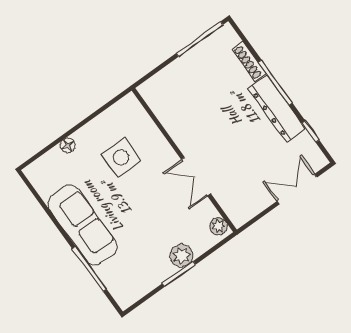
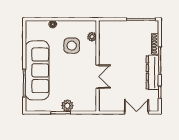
double door: (196, 177) -> (98, 77), swing flipped
sofa: (82, 225) -> (37, 70), width x1.36, depth x1.27
plant: (218, 226) -> (92, 37), moved

